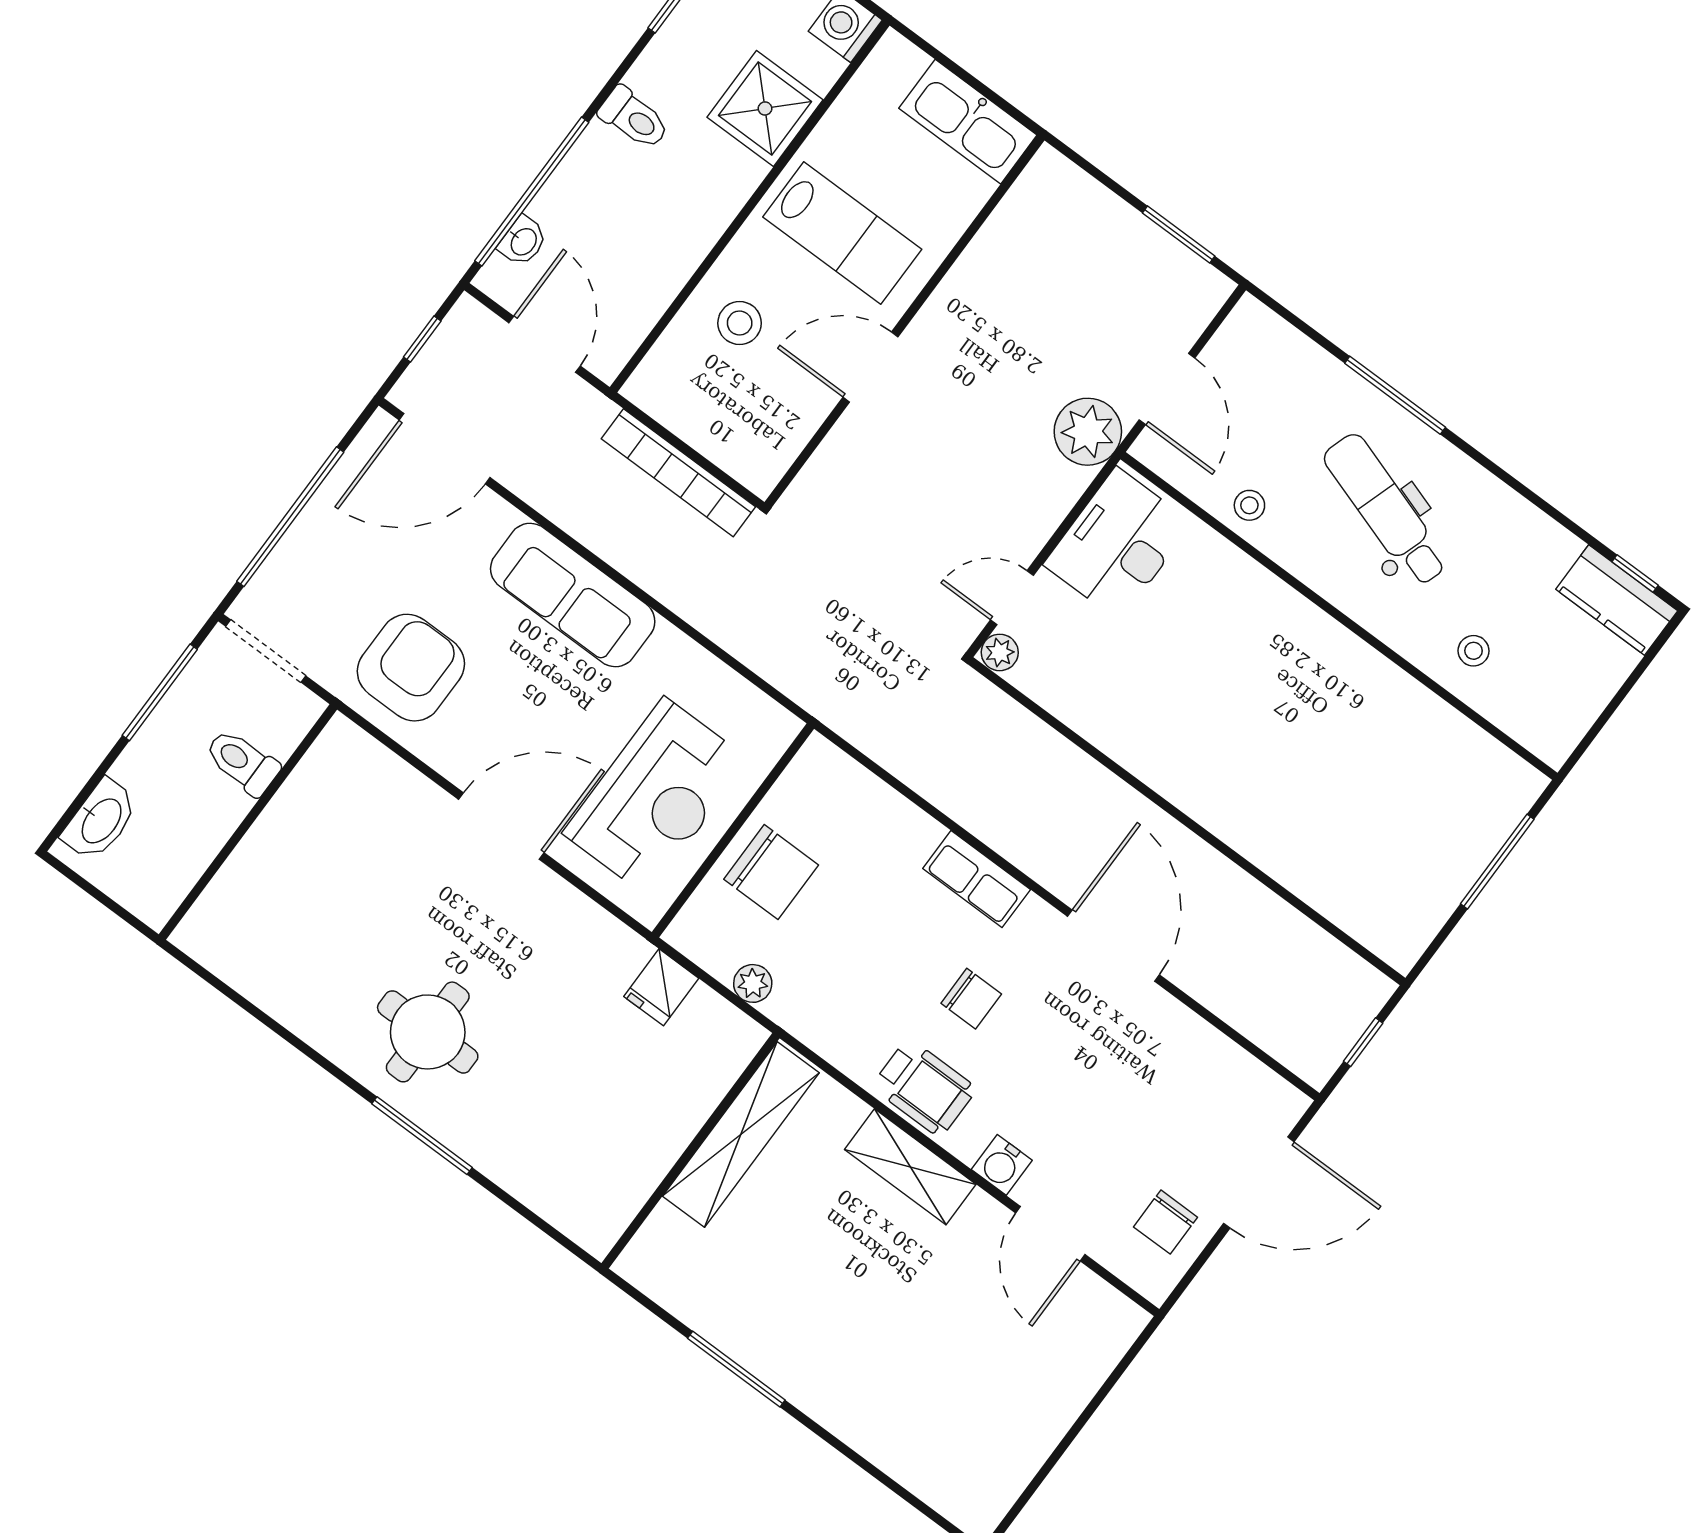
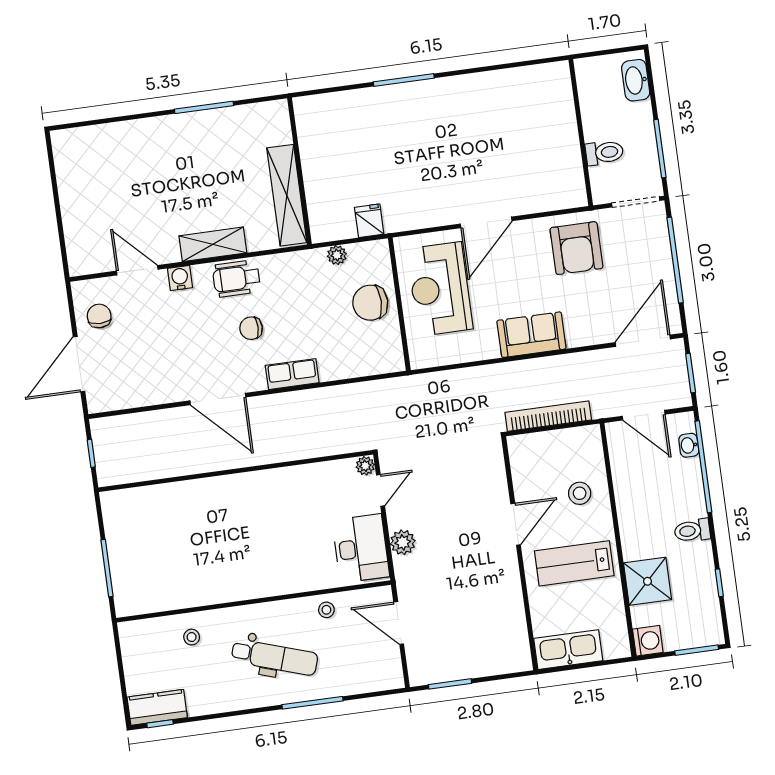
window: (422, 339) -> (691, 373), width x1.50
plant: (1088, 432) -> (403, 542), moved, width x0.73, depth x0.73
sofa: (573, 595) -> (531, 335), width x0.73
round table: (428, 1032) -> (439, 120), removed

